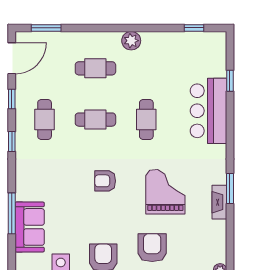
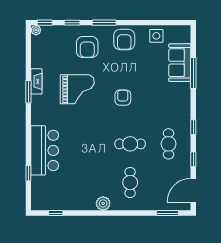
cafe table: (95, 68) -> (130, 183), turned 90
cafe table: (146, 120) -> (92, 144), removed
armchair: (105, 181) -> (123, 98), turned -90
grand piano: (165, 192) -> (77, 89), turned -90

